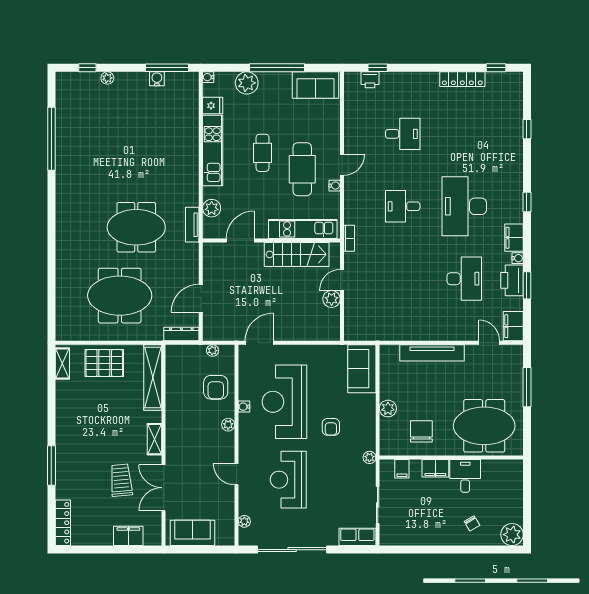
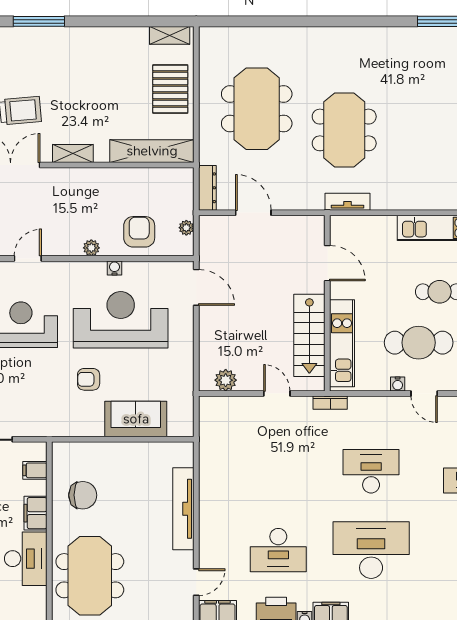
desk: (403, 206) -> (371, 471), width x1.37
plant: (212, 208) -> (369, 226), removed
plant: (332, 299) -> (226, 380), moved
sofa: (362, 369) -> (136, 419), moved
armchair: (216, 387) -> (139, 232), turned 90
plant: (388, 409) -> (112, 452), removed
plant: (369, 457) -> (49, 429), removed
desk: (465, 476) -> (26, 559), width x1.37

